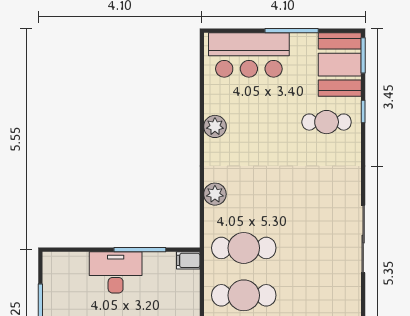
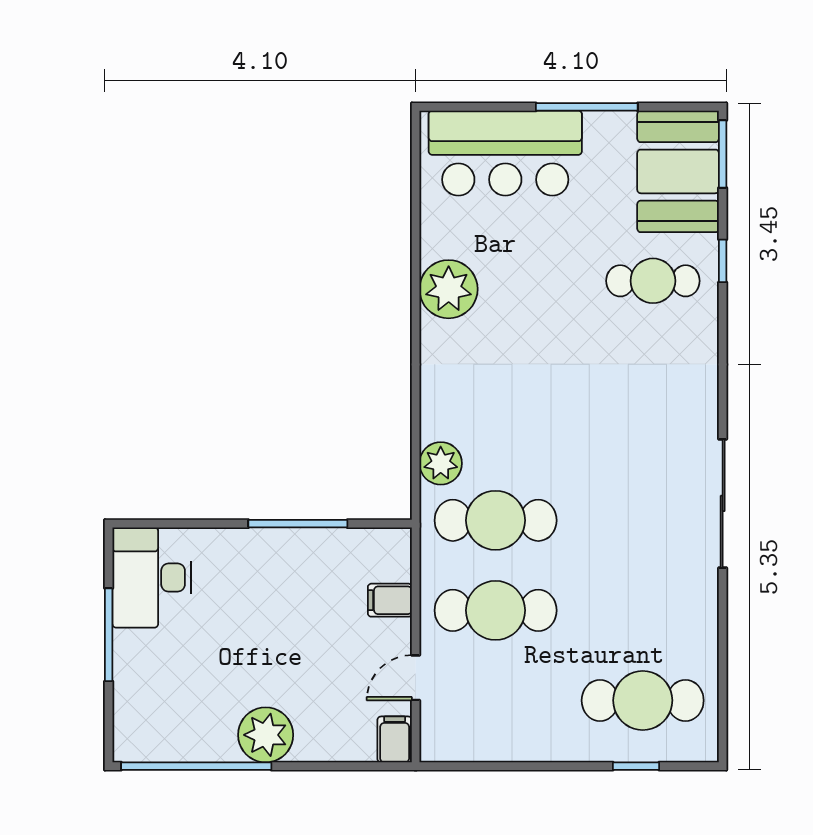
plant: (215, 126) -> (449, 289), width x1.36, depth x1.36
plant: (215, 194) -> (441, 463), moved
filing cabinet: (188, 260) -> (390, 600), moved
desk: (116, 272) -> (152, 578), moved, turned -90

